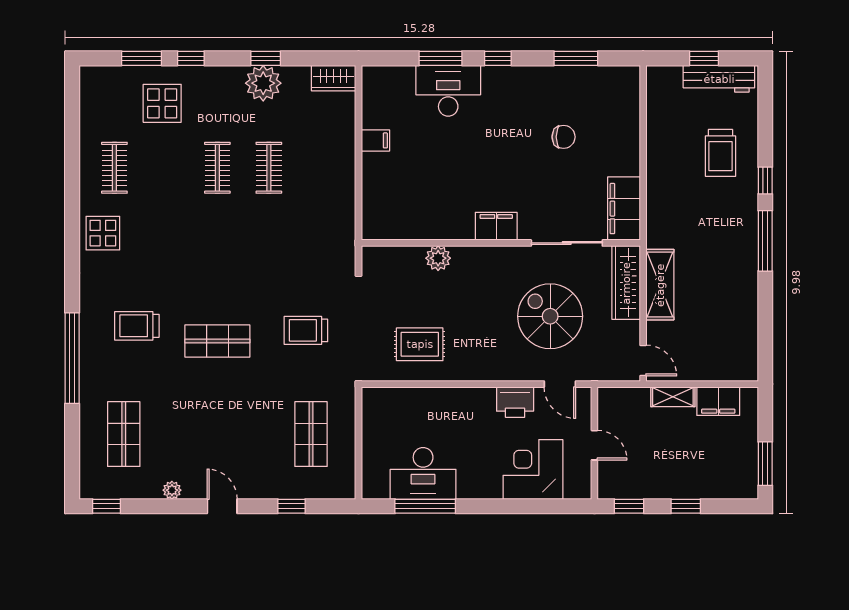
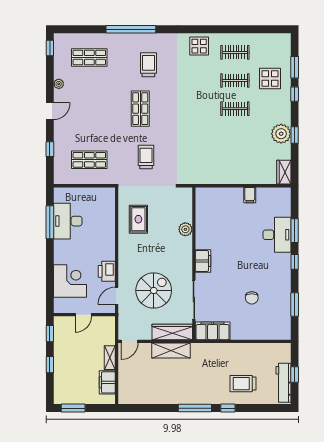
clothes rail: (269, 168) -> (235, 81), moved

